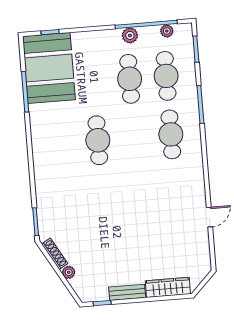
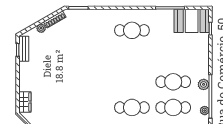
booth: (49, 68) -> (192, 21), width x0.73, depth x0.70
cafe table: (98, 140) -> (132, 30), moved
wardrobe: (168, 287) -> (25, 102), width x0.67
bench: (127, 292) -> (24, 49), moved

